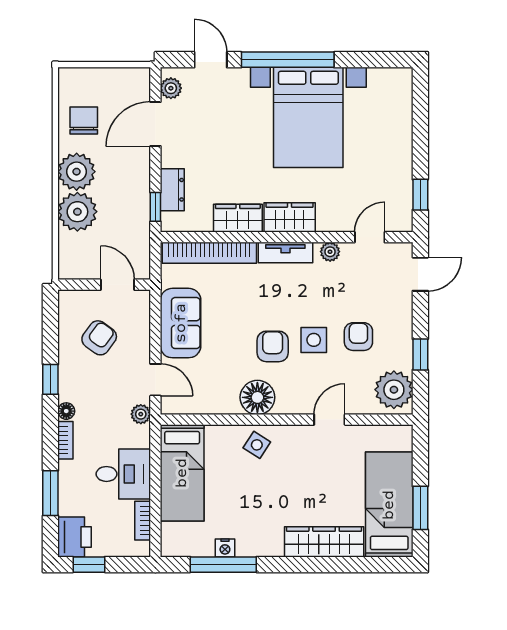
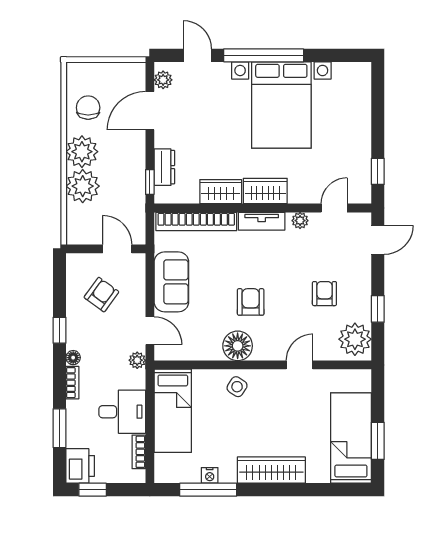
side table: (314, 340) -> (286, 296), removed
wardrobe: (324, 542) -> (271, 470), moved

